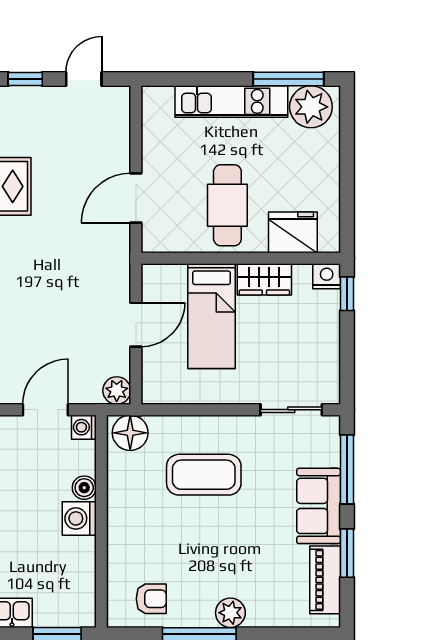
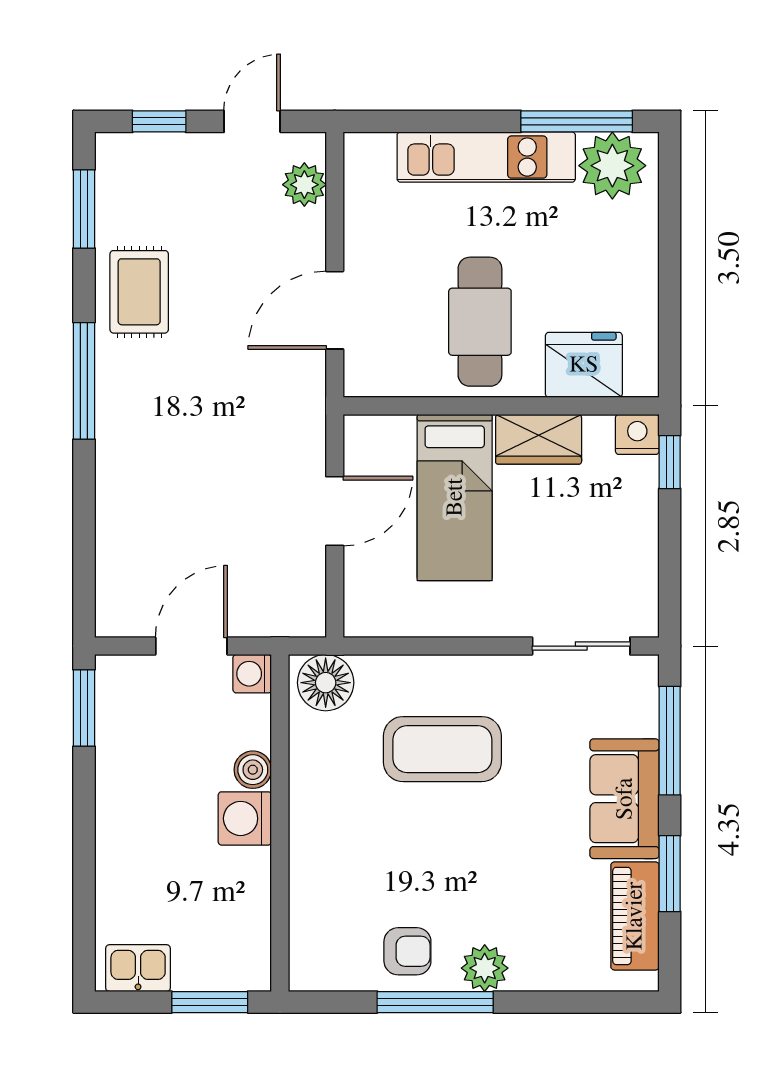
plant: (117, 391) -> (304, 185), moved
armchair: (151, 599) -> (407, 951), moved

